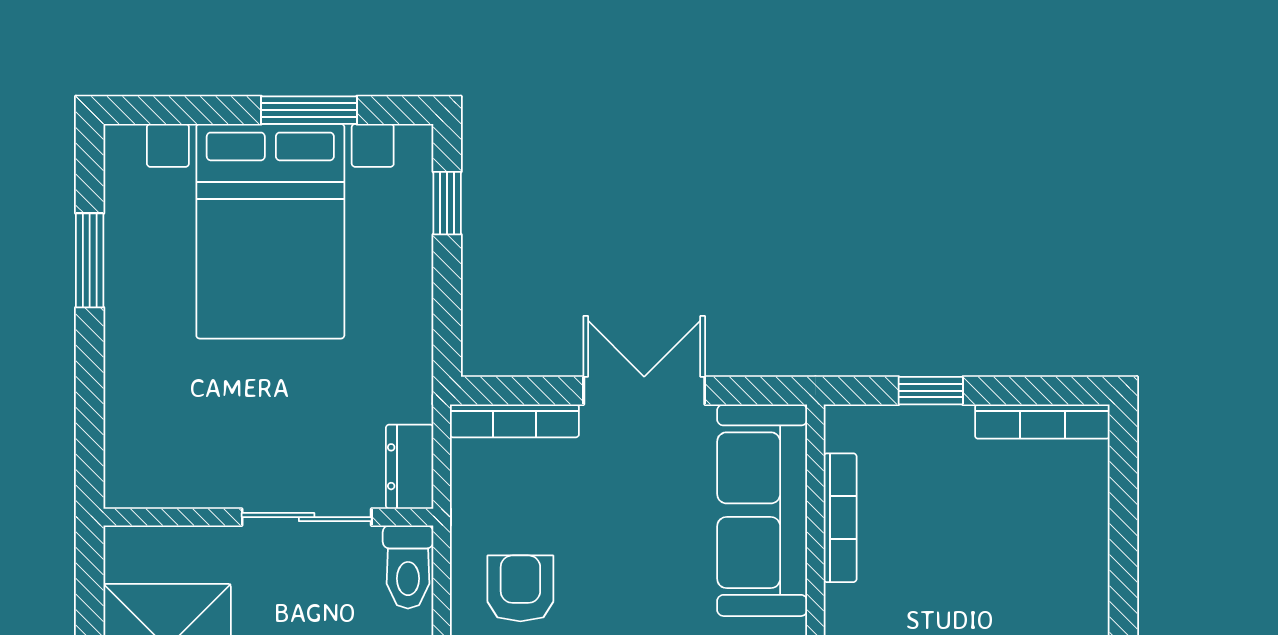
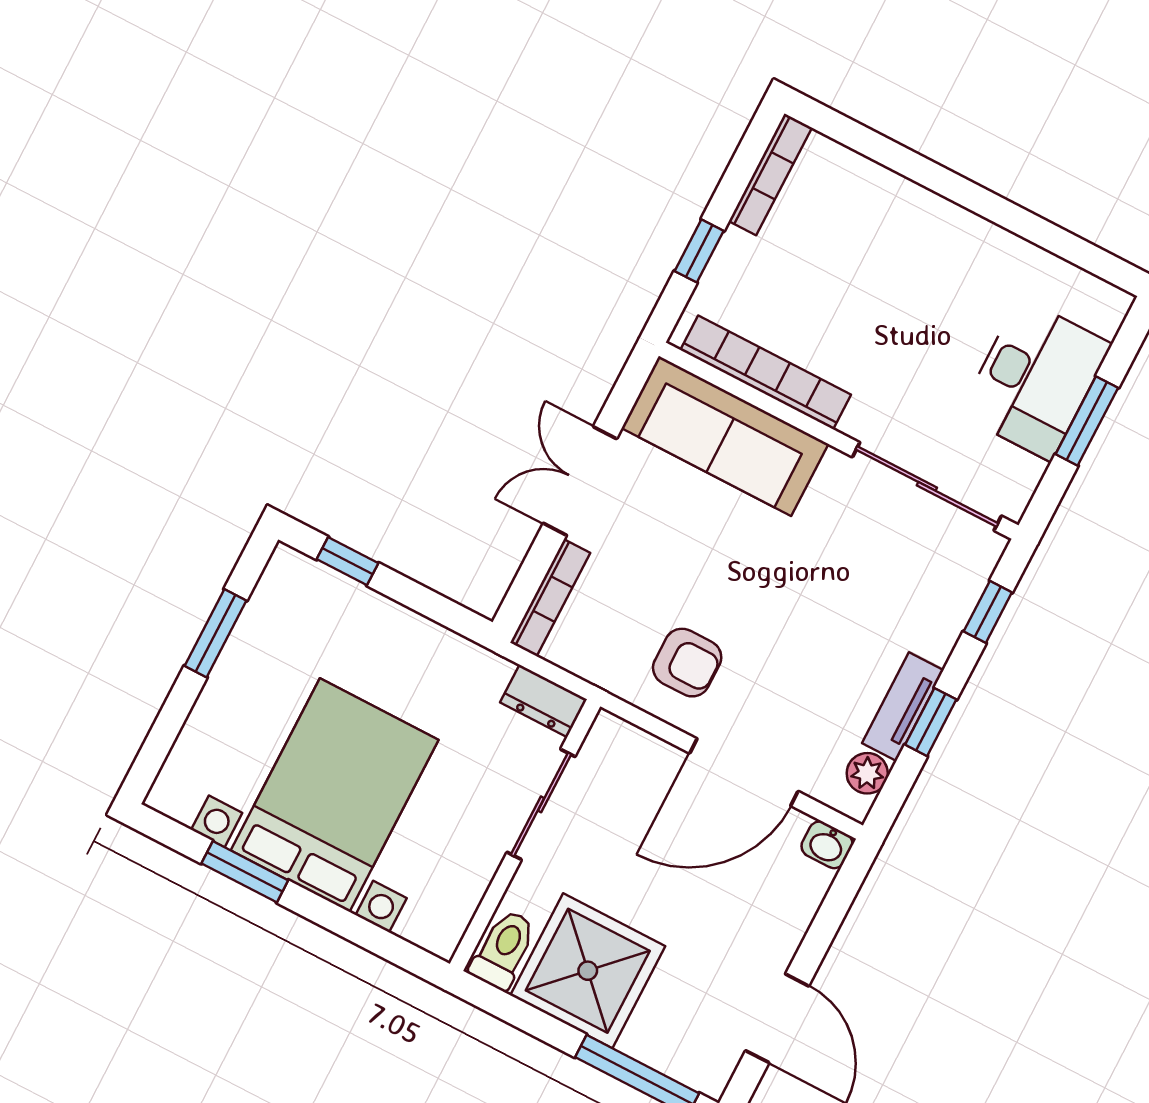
bed with nightstands: (270, 231) -> (335, 795), moved, turned -90
bookcase: (840, 518) -> (766, 372), width x1.48, depth x1.31
toilet: (408, 567) -> (504, 950), moved, turned -90
armchair: (520, 588) -> (687, 663), turned 180

